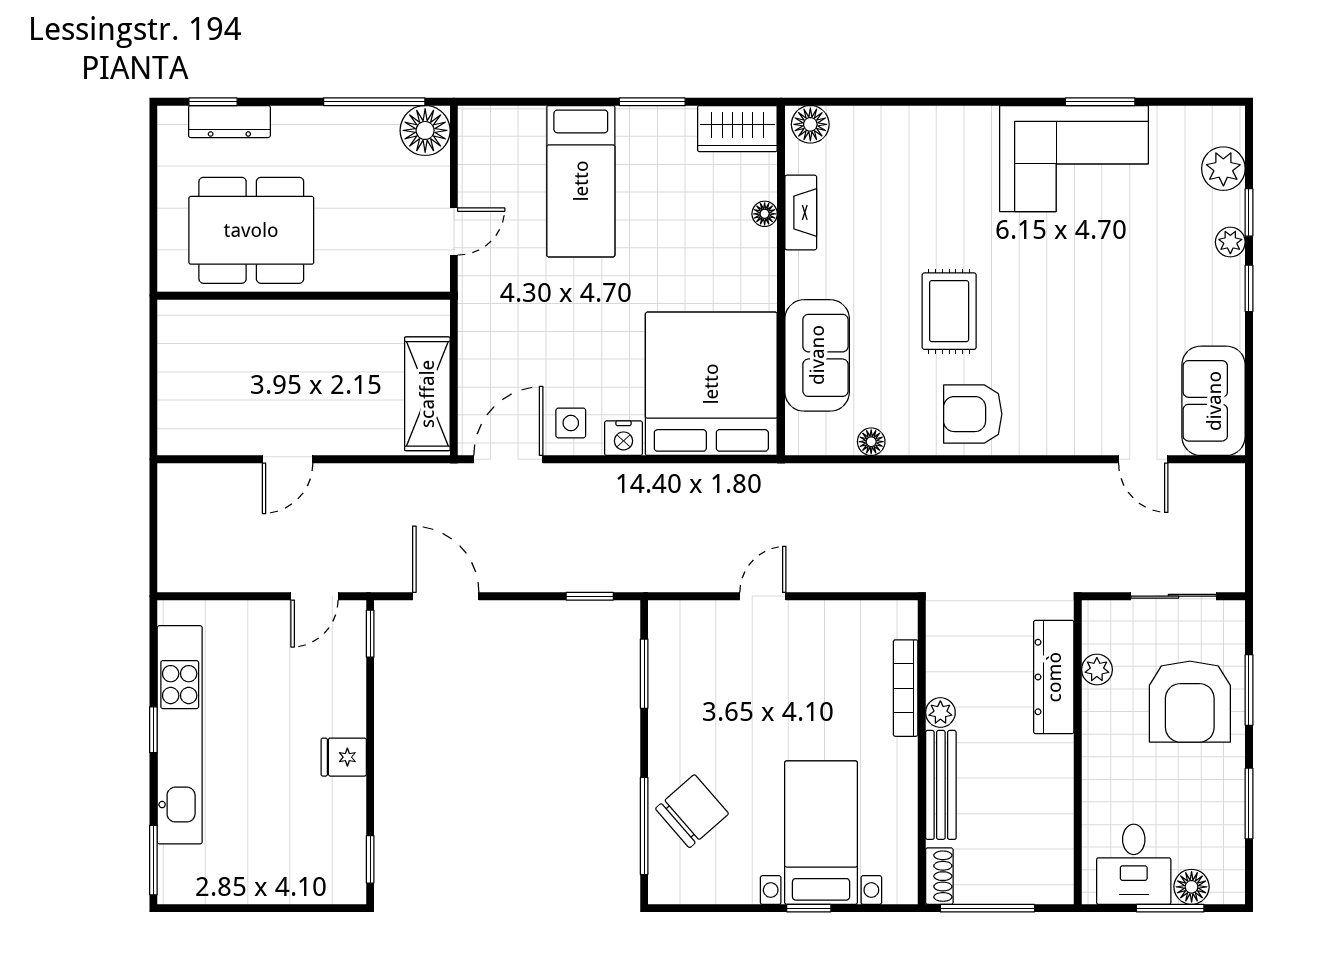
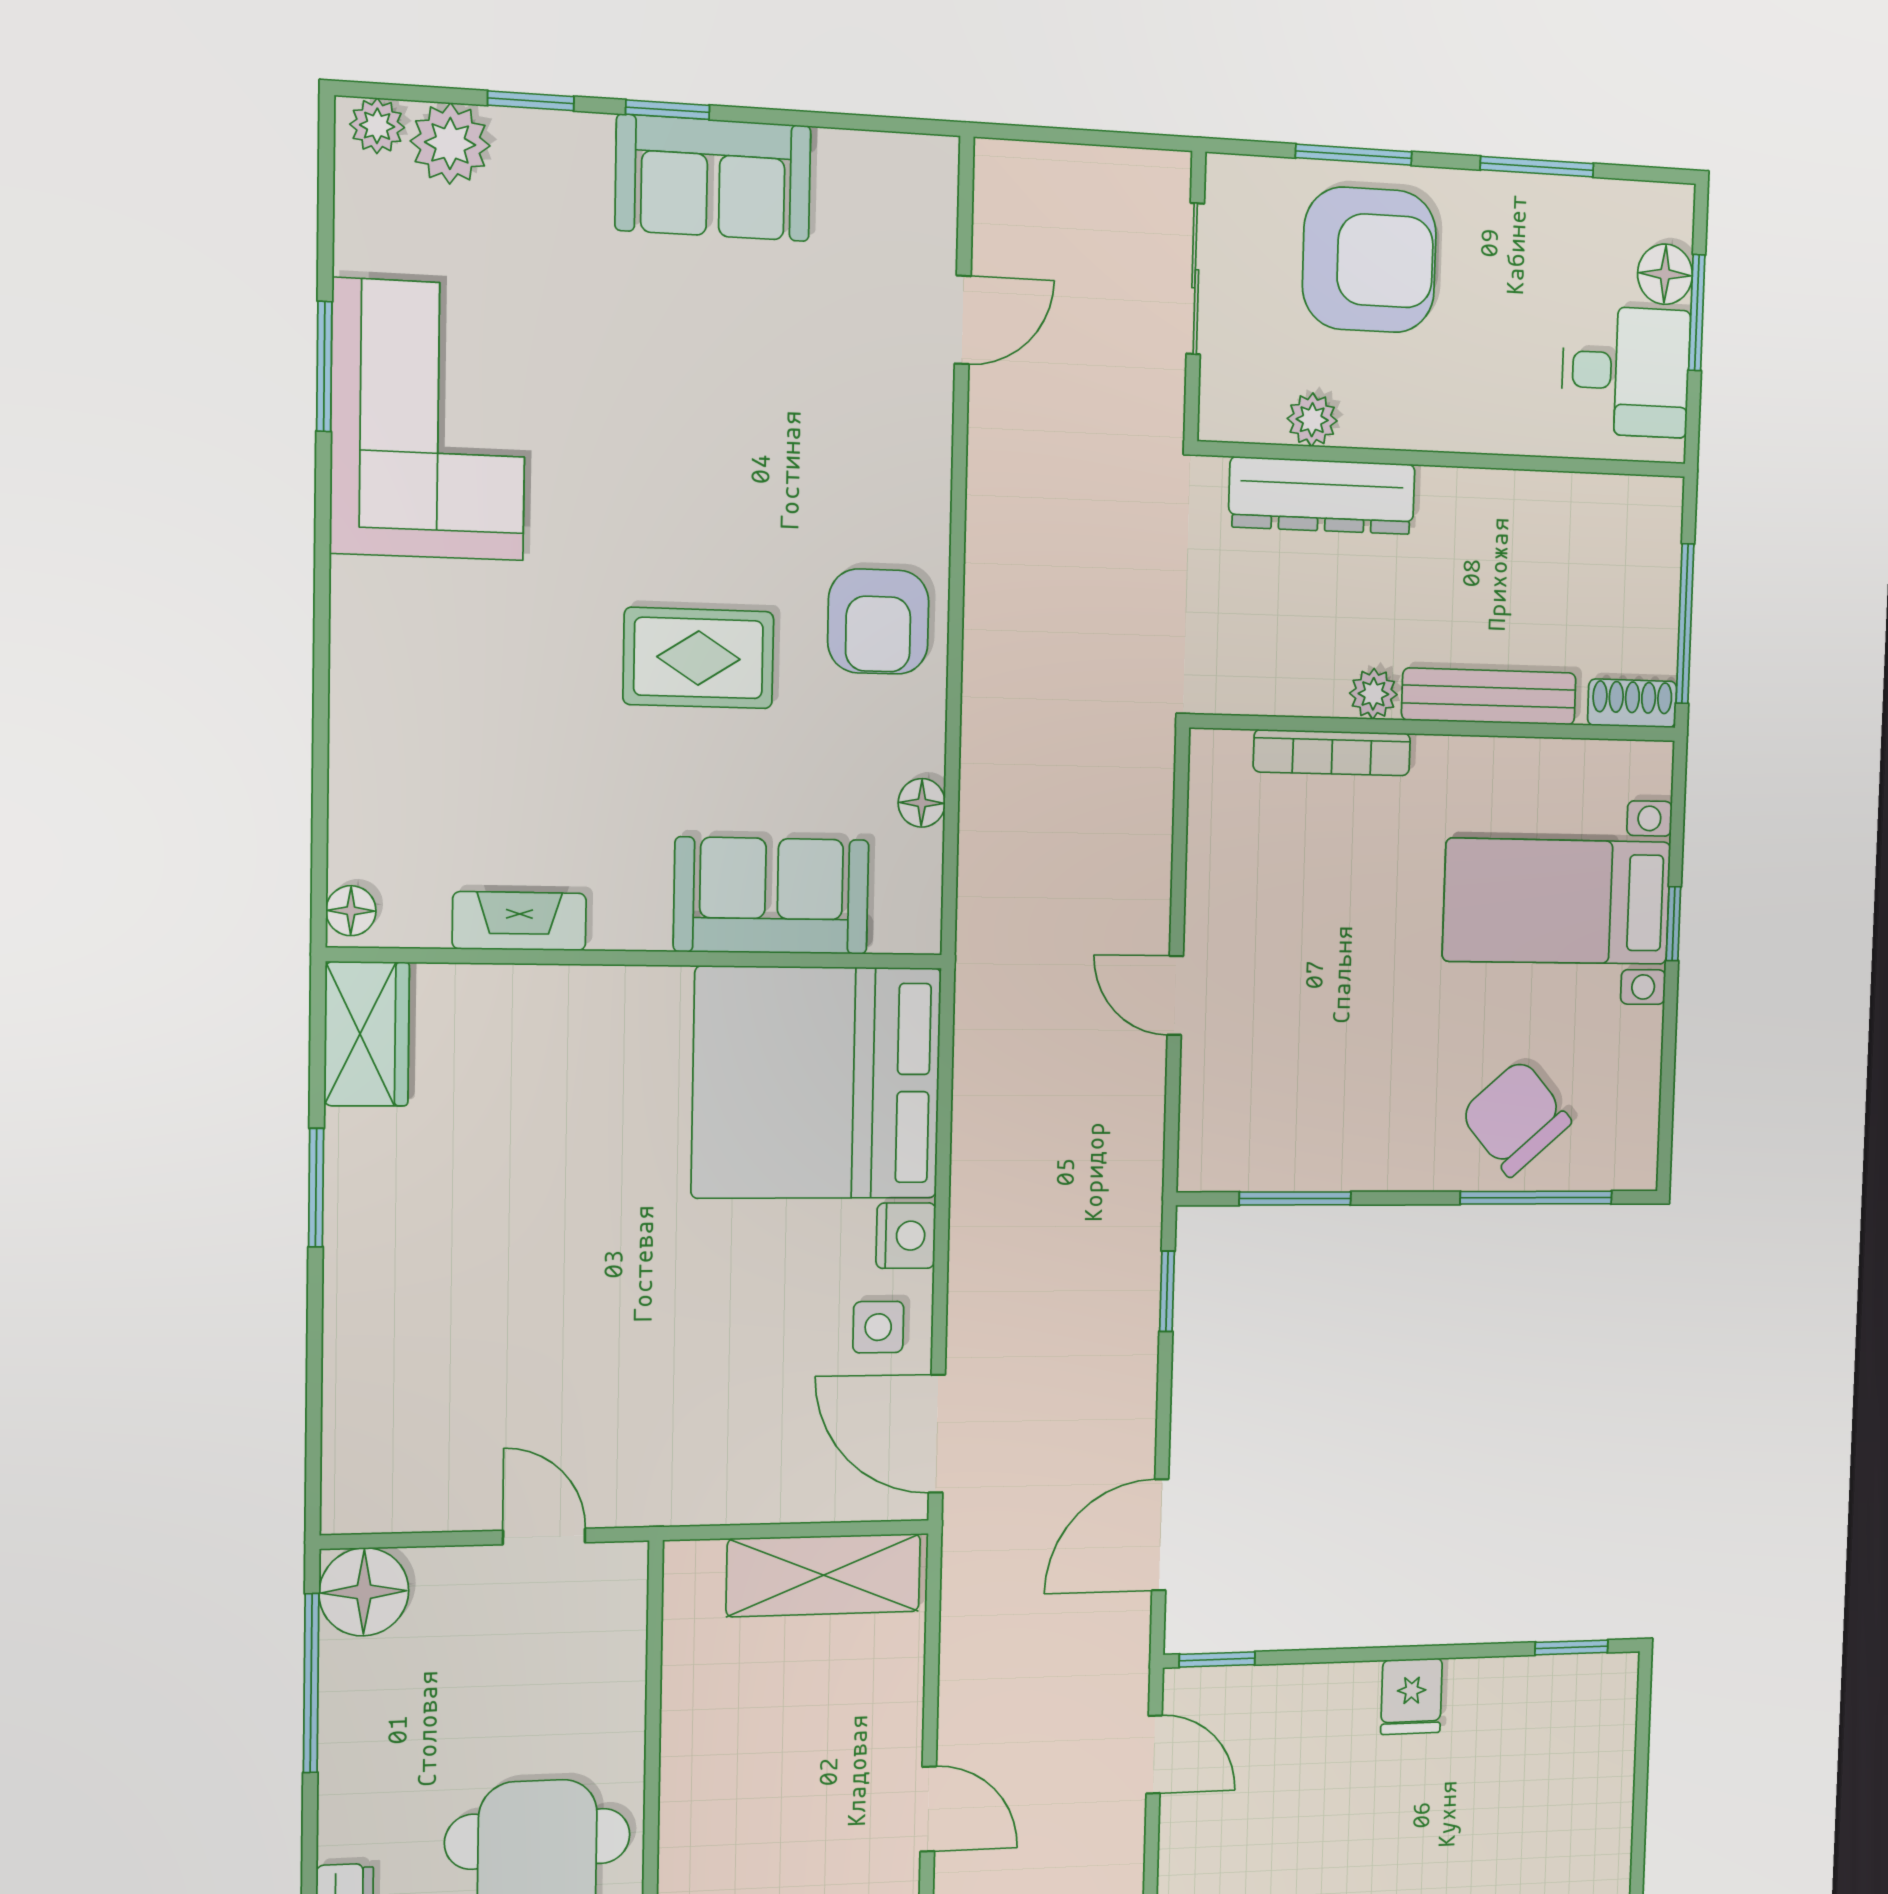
floor lamp: (810, 124) -> (351, 911), width x0.73, depth x0.73
bed: (581, 181) -> (458, 1314), removed
floor lamp: (765, 214) -> (521, 986), removed
plant: (1230, 242) -> (377, 126), moved
sofa: (1214, 401) -> (713, 178), moved

